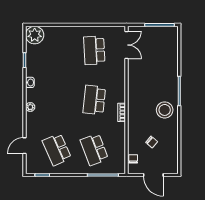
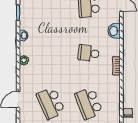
washbasin: (119, 78) -> (114, 31), added
school desk: (94, 100) -> (89, 53), width x0.54

